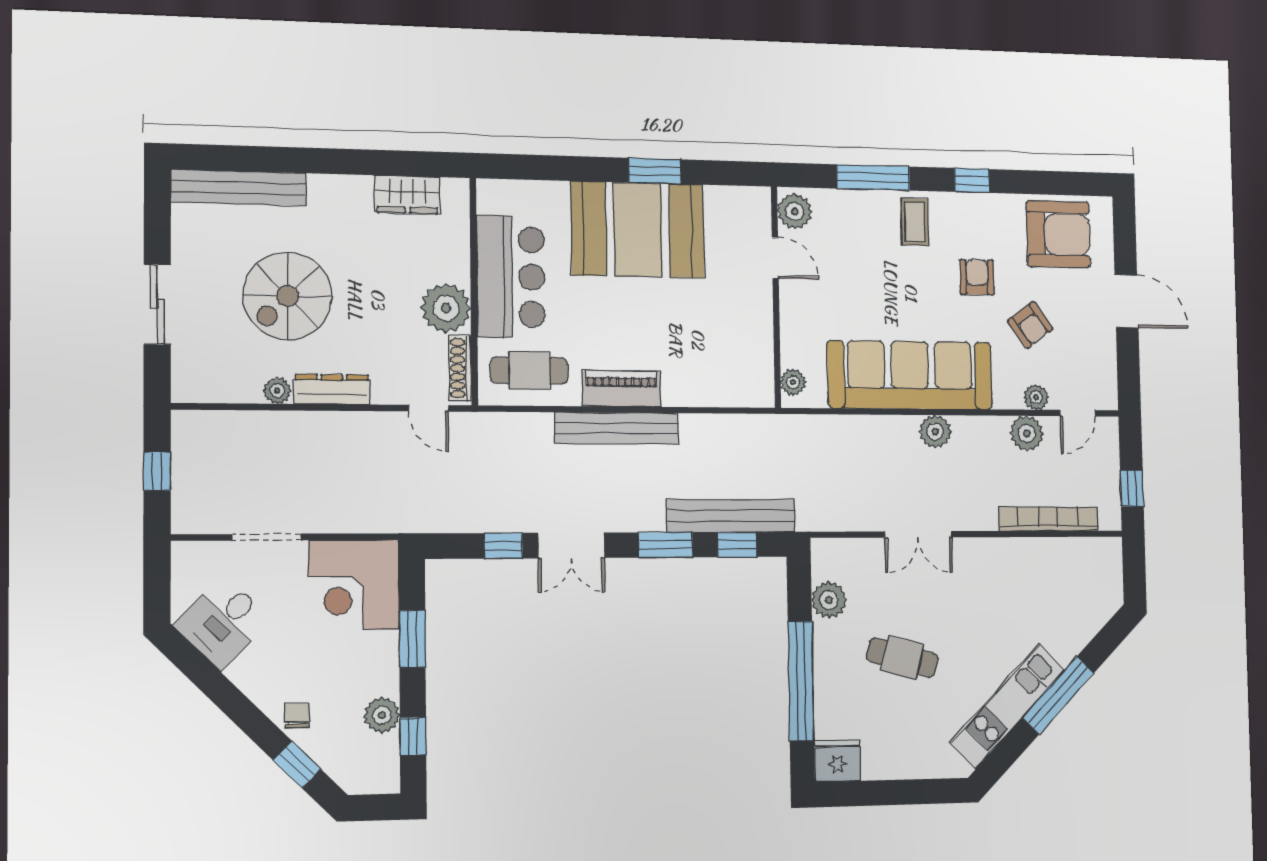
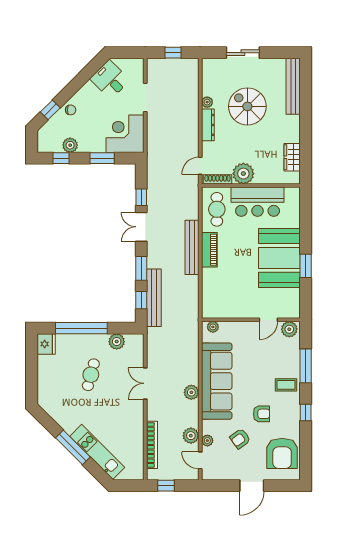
kitchen unit: (1007, 706) -> (97, 452), moved

